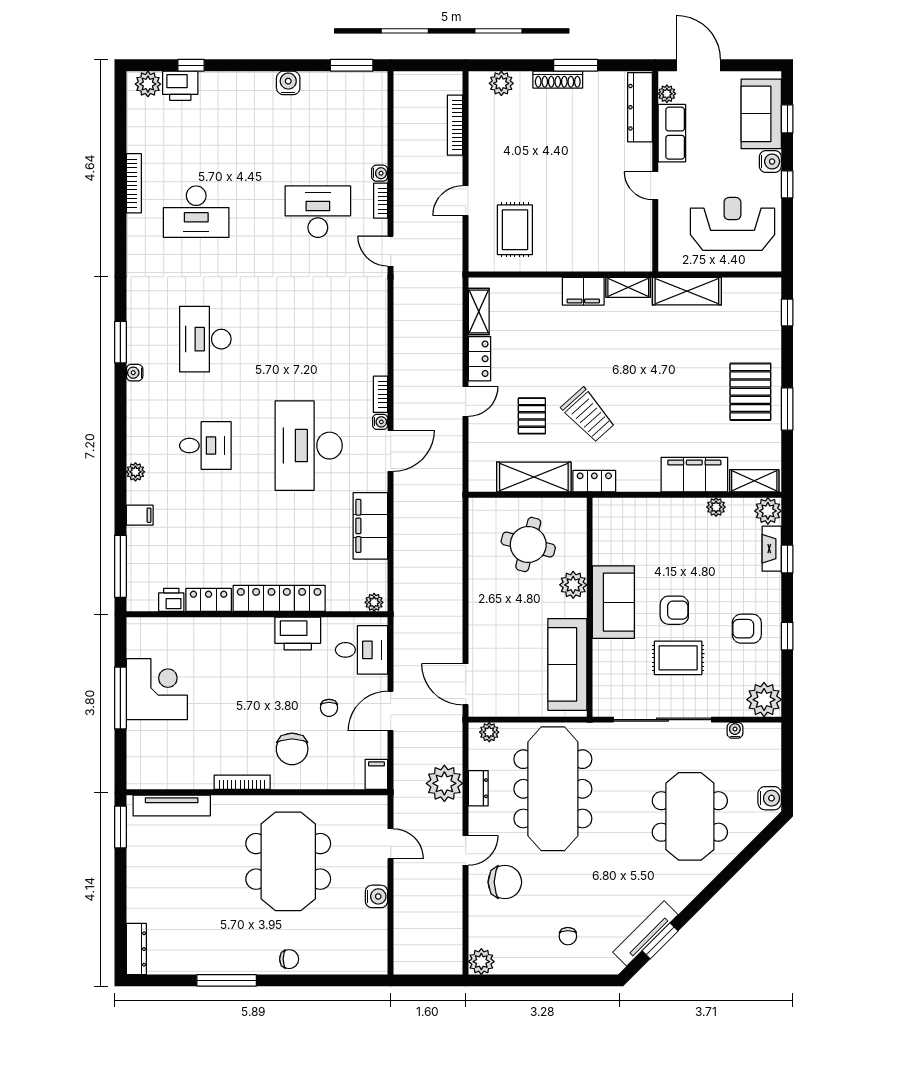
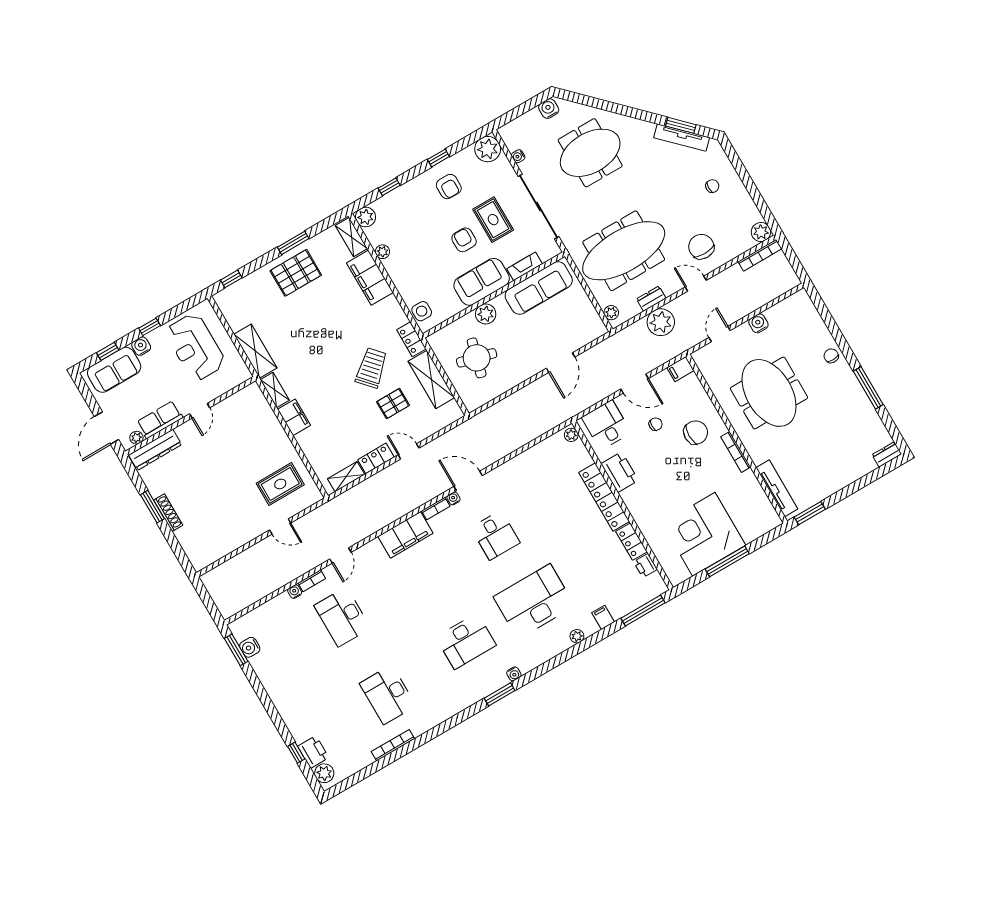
water cooler: (288, 83) -> (250, 647), moved
plant: (501, 83) -> (192, 547), removed
bookcase: (455, 125) -> (760, 255), moved
desk: (196, 212) -> (388, 695), turned 180
desk: (205, 446) -> (534, 601), width x1.87, depth x1.30
desk: (309, 446) -> (495, 535), width x0.53, depth x0.77
side table: (620, 512) -> (422, 311), added
filing cabinet: (370, 526) -> (405, 535), moved
fireplace: (772, 549) -> (525, 266), moved, turned 180
door: (466, 684) -> (561, 363), moved
corner desk: (157, 689) -> (704, 534), width x1.36, depth x1.36
meeting table: (288, 861) -> (769, 393), turned 90
dresser: (136, 949) -> (887, 454), width x0.70

